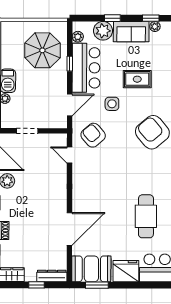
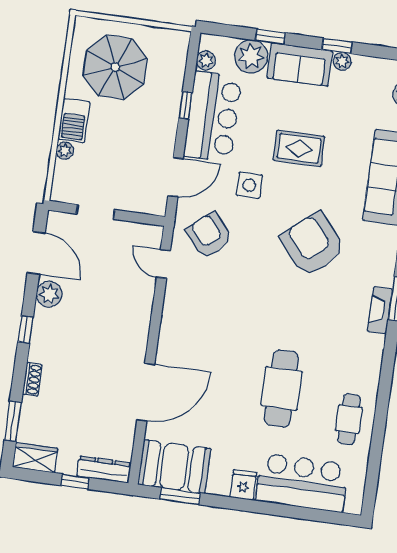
parasol: (42, 50) -> (115, 67), moved
fridge: (126, 271) -> (243, 485), width x0.53, depth x0.75

